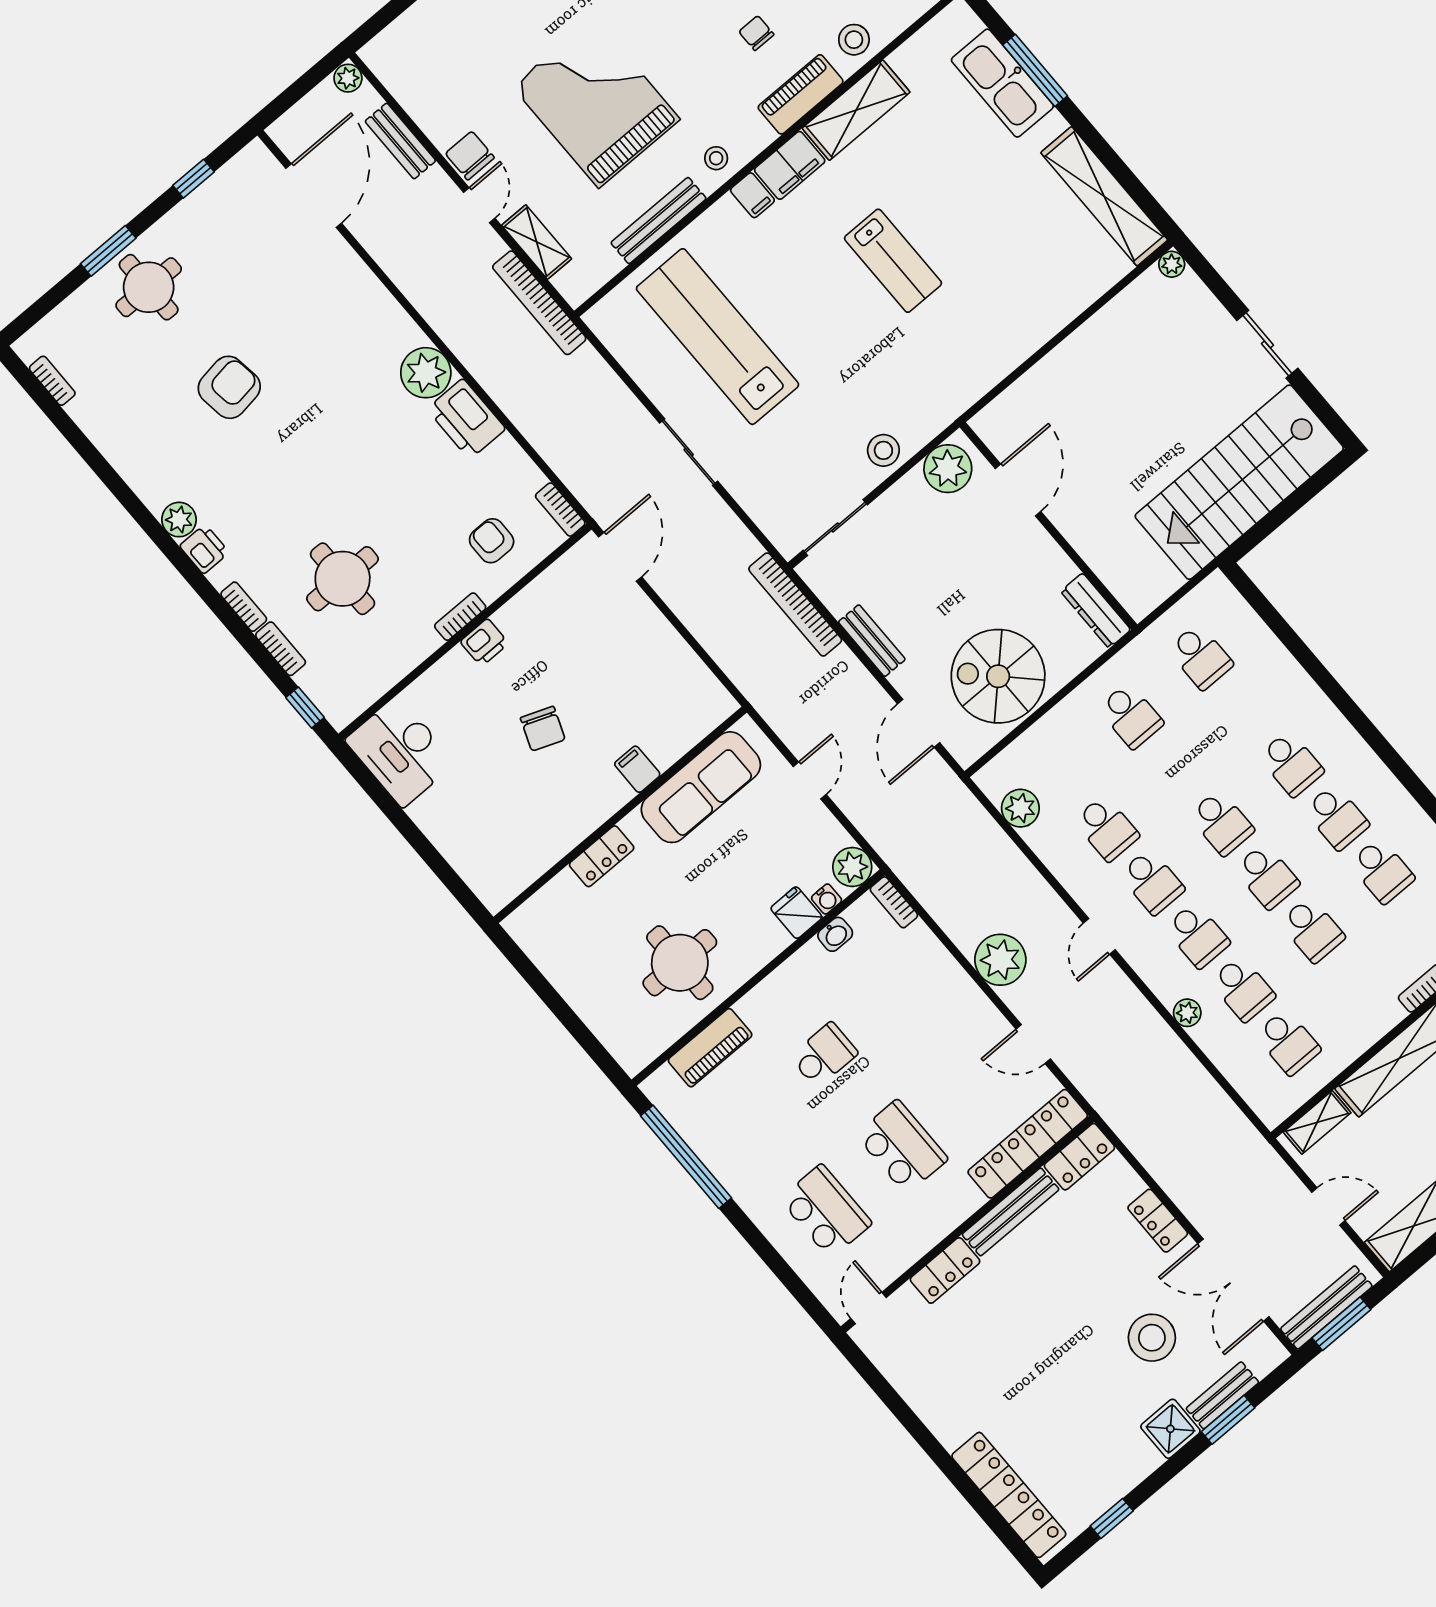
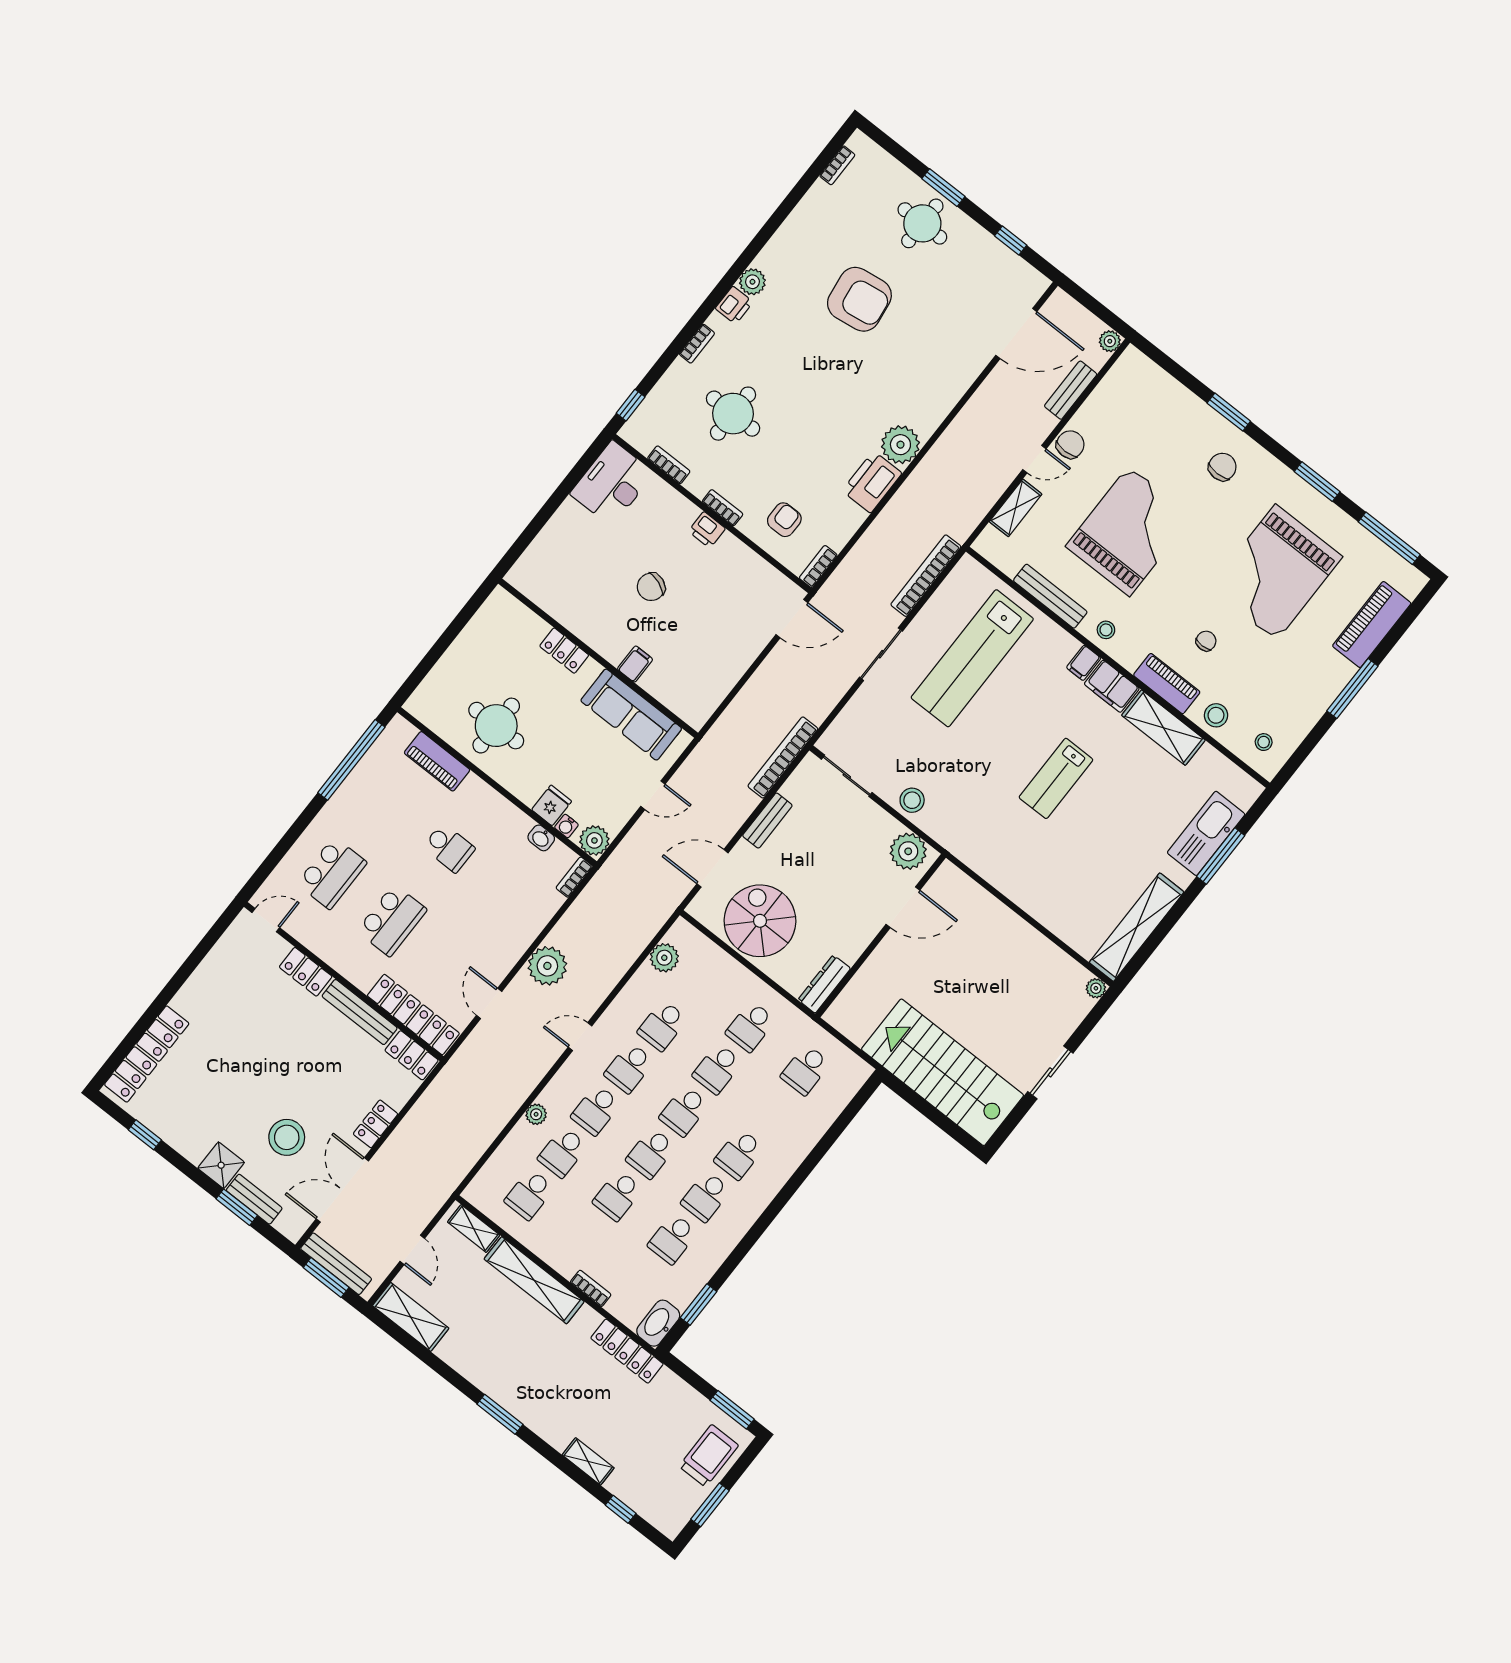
bookcase: (539, 303) -> (926, 576), moved
lab bench: (718, 337) -> (972, 658), turned 180
armchair: (229, 387) -> (859, 299), width x1.36, depth x1.36
bookcase: (281, 649) -> (669, 465), moved, turned -90
school desk: (1176, 769) -> (717, 1069), added

